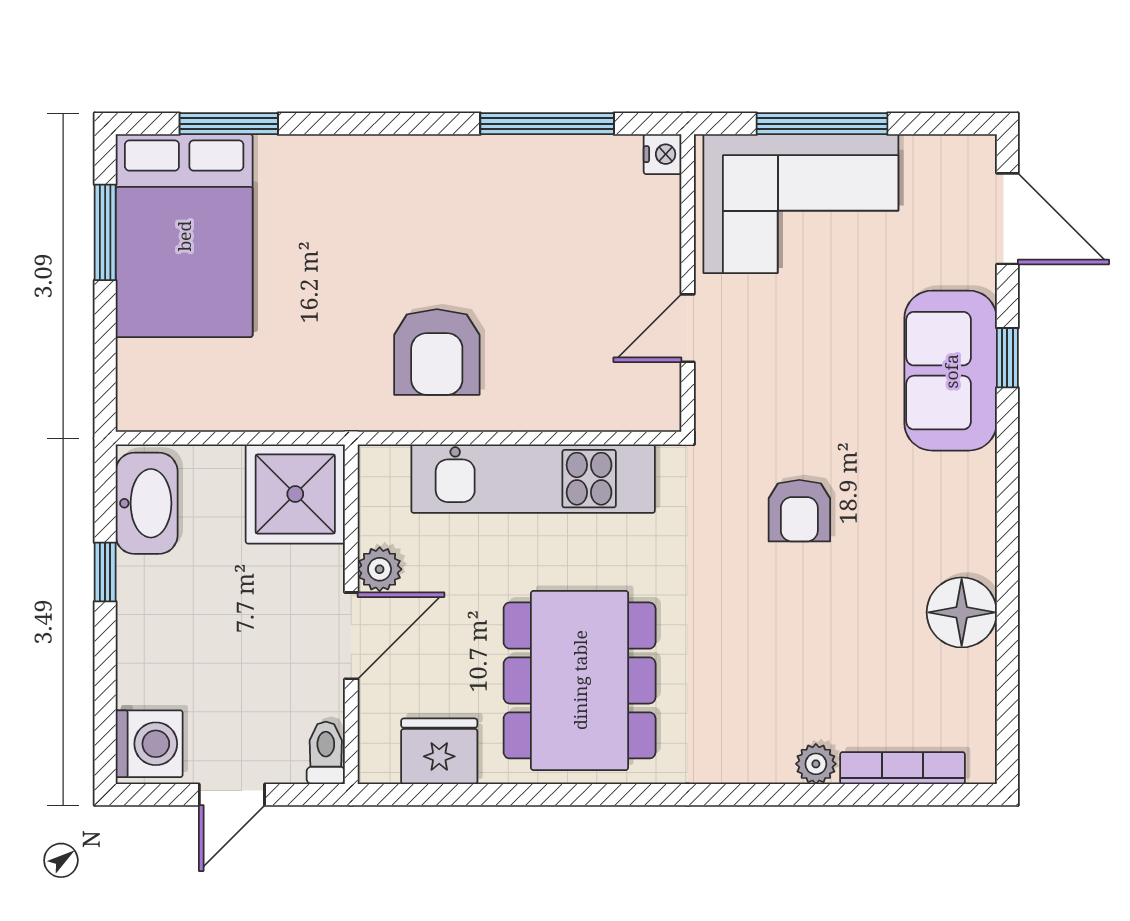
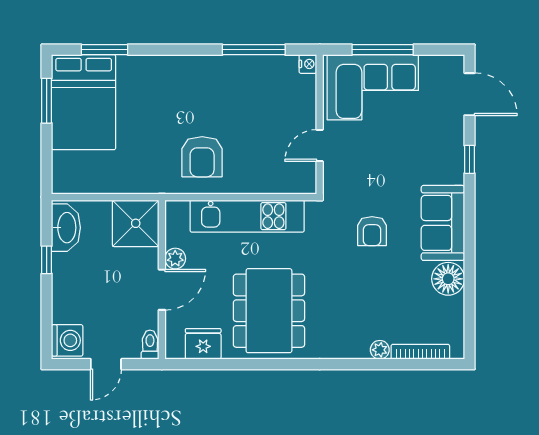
sofa: (951, 371) -> (443, 223), moved

